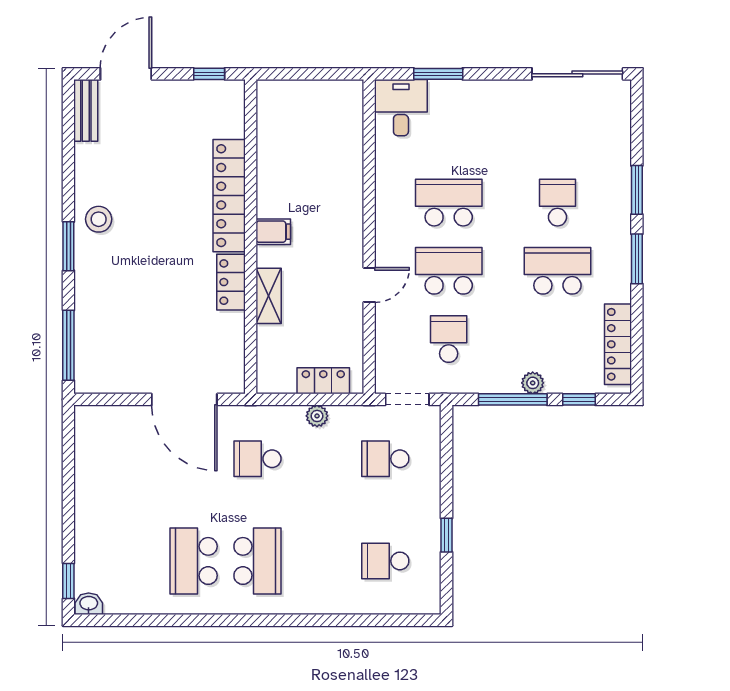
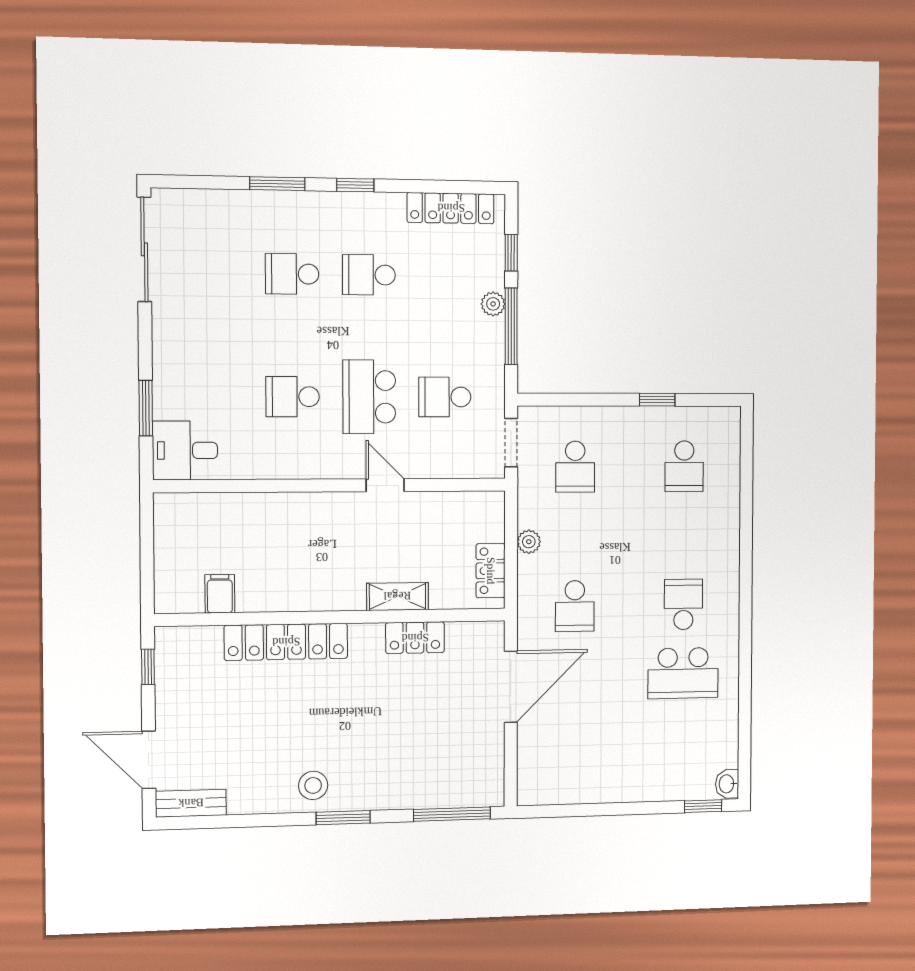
school desk: (449, 203) -> (293, 397), width x0.54
filing cabinet: (273, 232) -> (220, 594), moved
window: (637, 259) -> (355, 185), width x0.67
school desk: (557, 271) -> (369, 275), width x0.54
locker: (231, 282) -> (415, 638), moved
locker: (323, 381) -> (491, 571), moved
school desk: (257, 561) -> (683, 604), width x0.54

